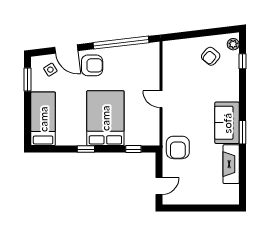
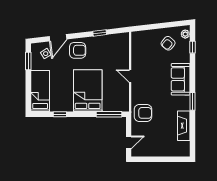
window: (121, 43) -> (100, 33), width x0.32
door: (66, 49) -> (58, 38), hinge flipped
sofa: (227, 123) -> (181, 79), moved
armchair: (178, 147) -> (143, 113), turned -90
window: (86, 149) -> (60, 114), moved
window: (133, 149) -> (109, 114), width x2.17

